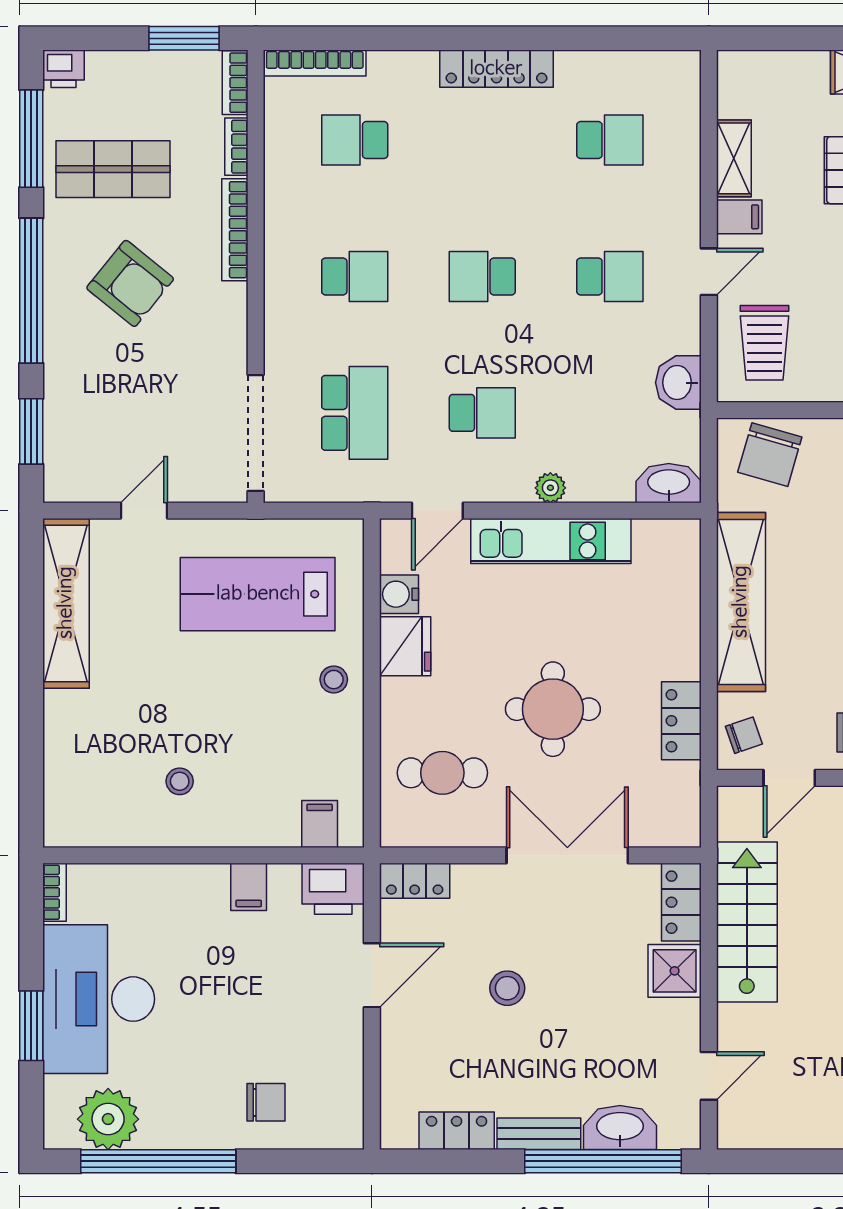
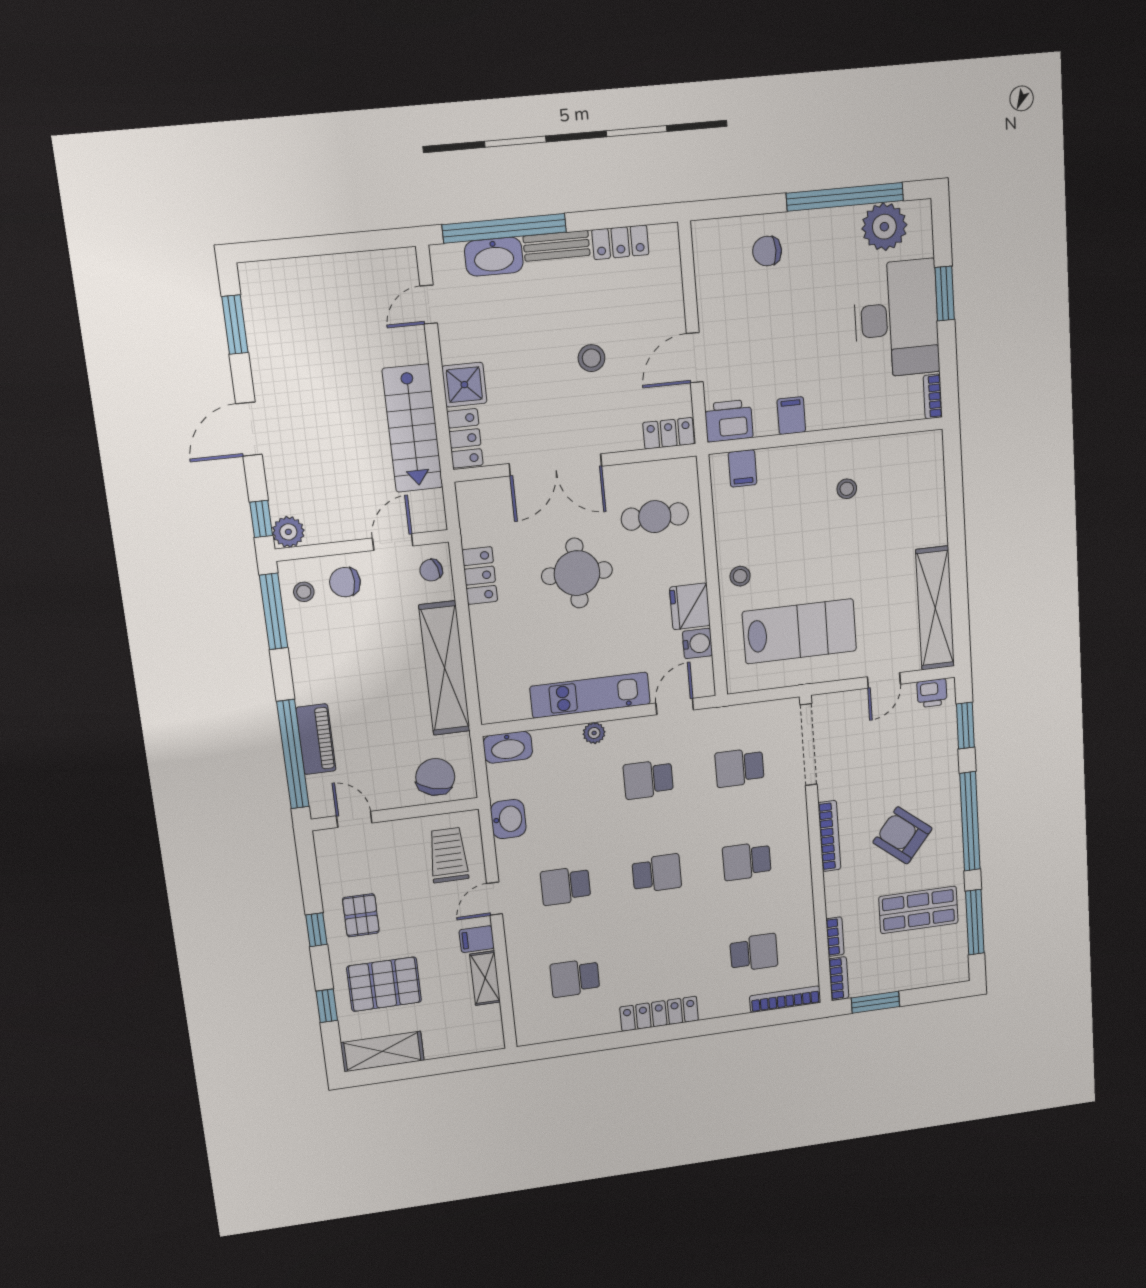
printer: (63, 69) -> (932, 693), moved, turned 180
bookcase: (235, 230) -> (829, 836), moved
school desk: (355, 413) -> (740, 768), width x0.54

